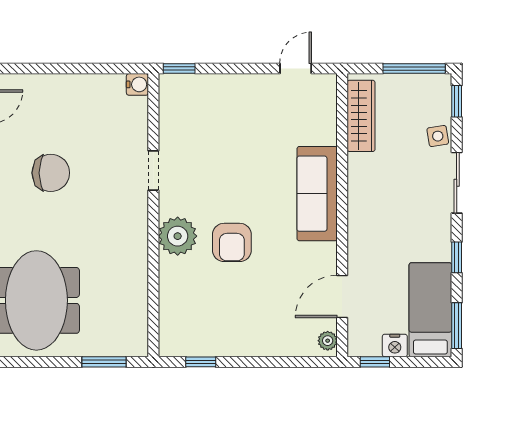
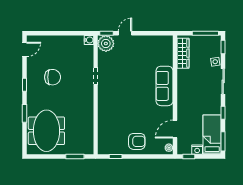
door: (296, 69) -> (125, 33), moved
plant: (178, 236) -> (106, 43), moved
armchair: (232, 242) -> (137, 141), moved, turned -90

